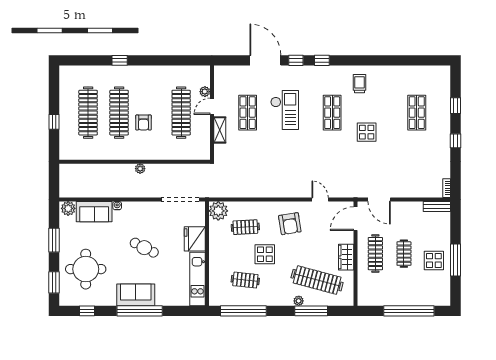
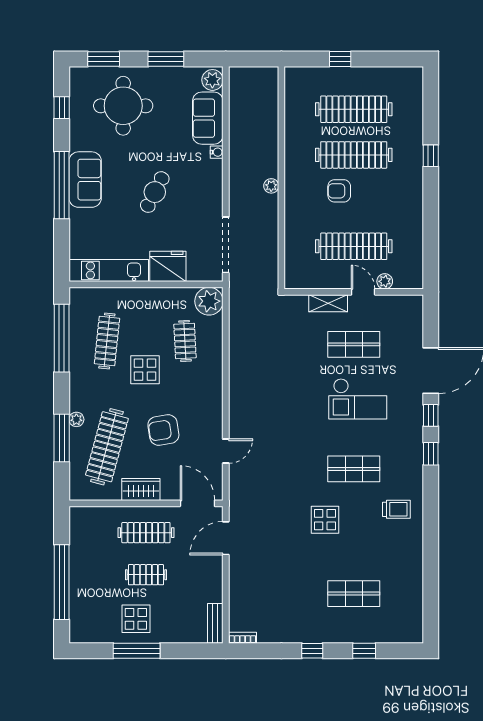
armchair: (290, 224) -> (163, 430), moved
clothes rail: (245, 280) -> (107, 341), width x1.36

